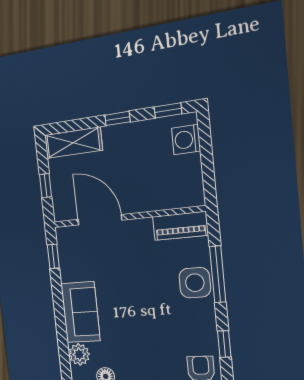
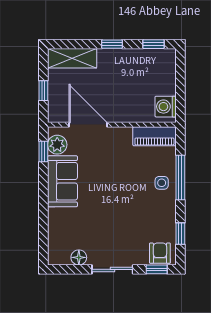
washing machine: (186, 140) -> (166, 107), moved
side table: (195, 283) -> (162, 183), width x0.54, depth x0.54
sofa: (80, 312) -> (63, 181), moved
plant: (79, 354) -> (57, 145), moved

